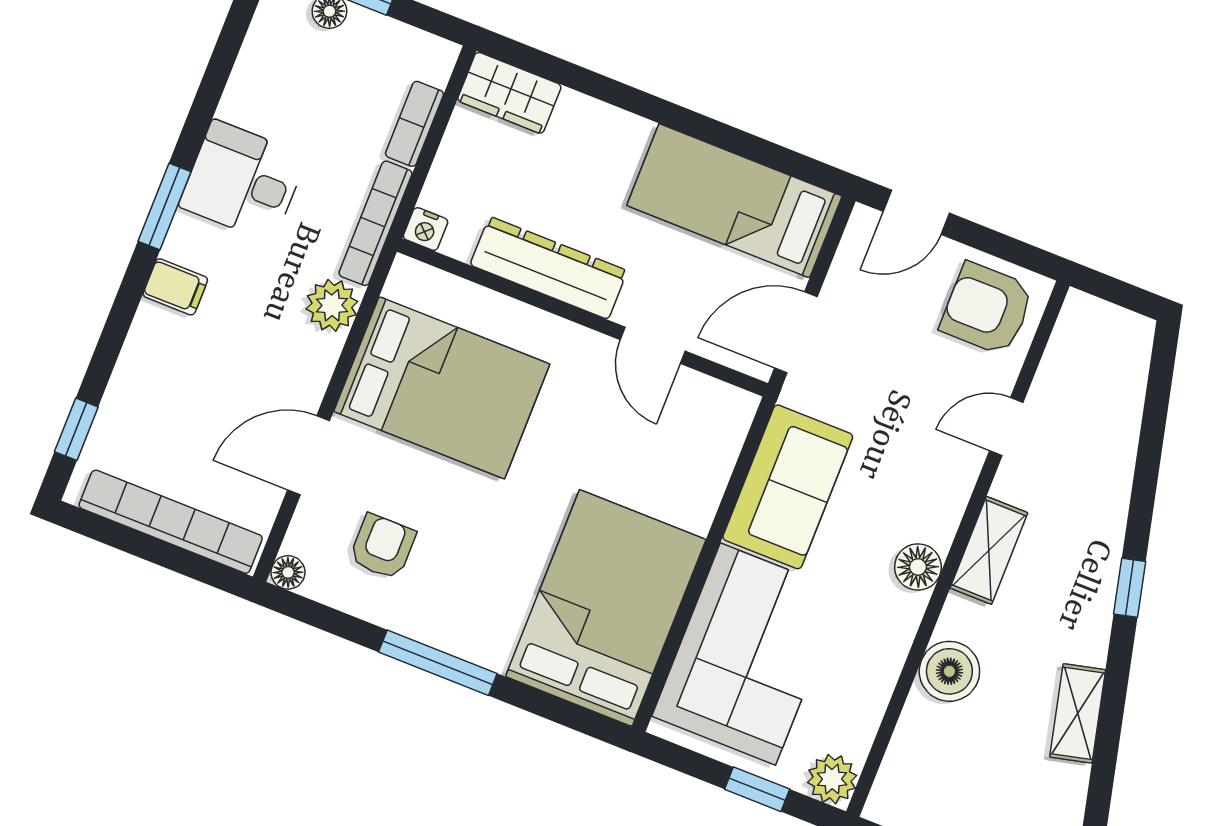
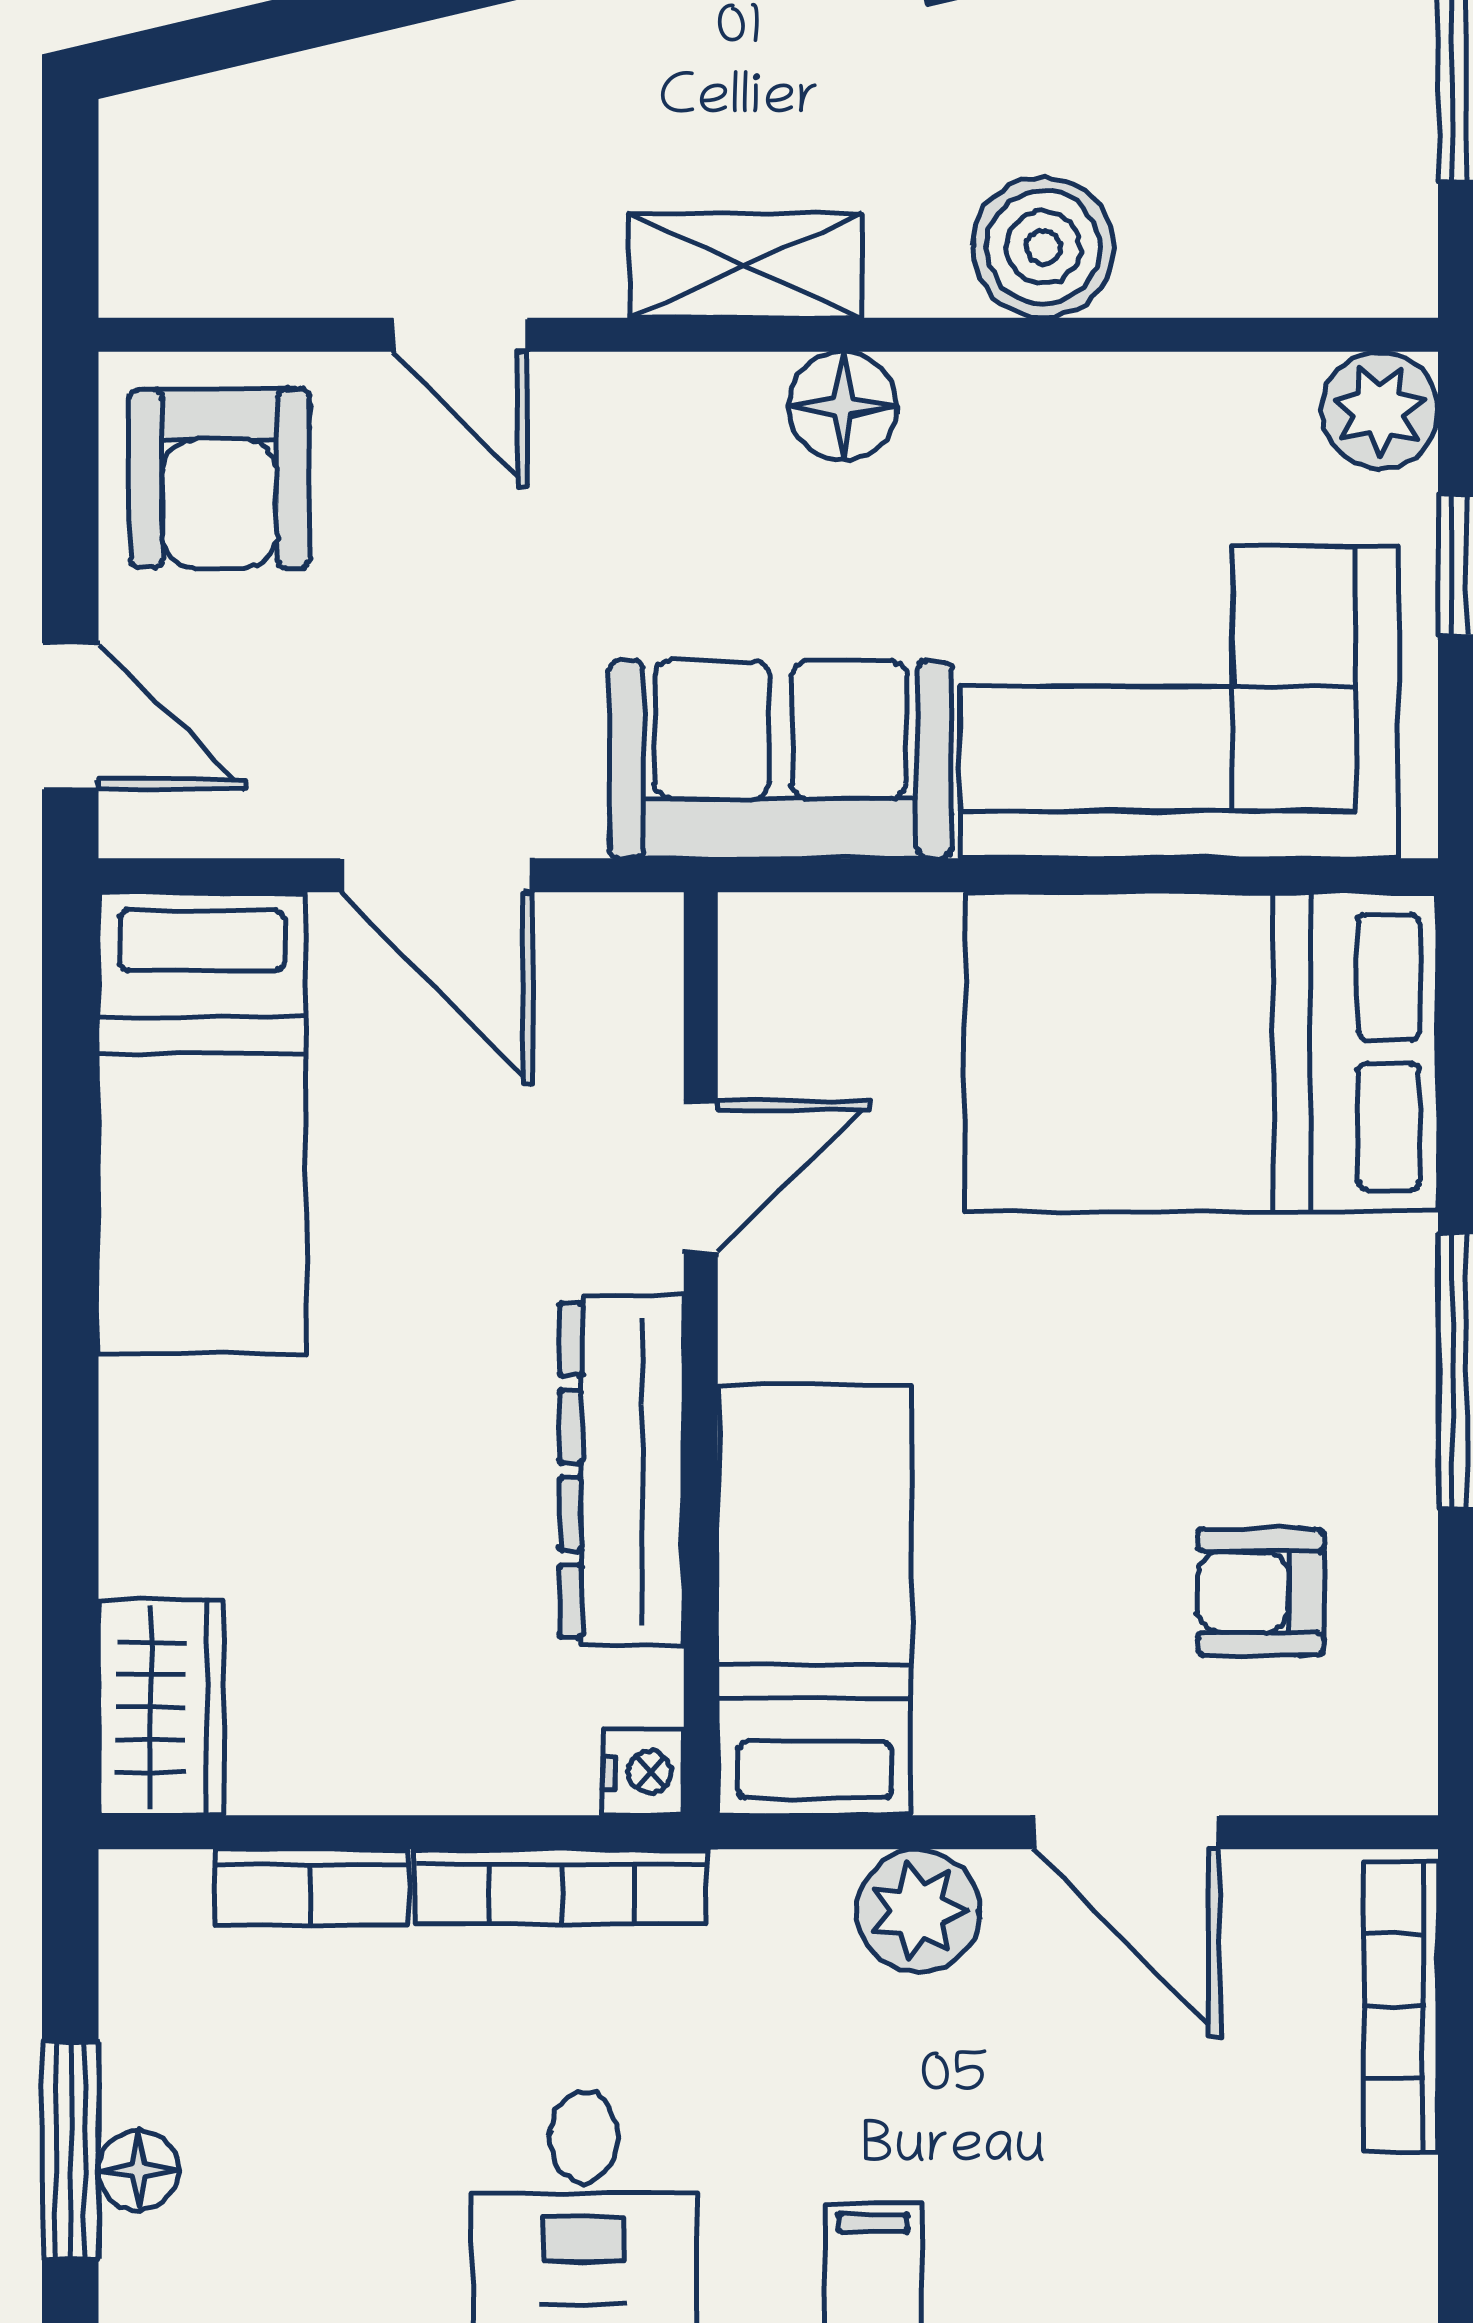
nightstand: (426, 229) -> (643, 1772), moved
dresser: (549, 268) -> (622, 1470), moved
plant: (332, 305) -> (918, 1911), moved
wall: (582, 317) -> (701, 1354), moved
door: (653, 345) -> (701, 1176), moved
bed: (442, 388) -> (815, 1600), width x0.67
bookcase: (171, 522) -> (1401, 2006), width x0.68, depth x0.76
floor lamp: (288, 572) -> (1399, 1776), removed

